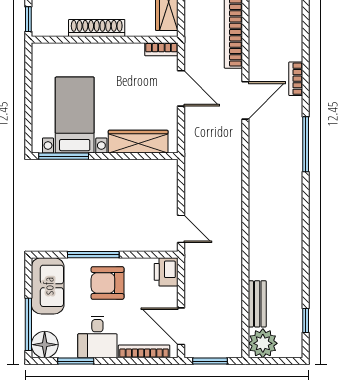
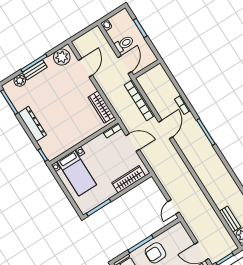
shoe rack: (97, 28) -> (77, 139), removed
bed with nightstands: (75, 115) -> (77, 173), moved, turned 180
door: (181, 229) -> (173, 207), swing flipped
printer: (166, 272) -> (179, 231), removed

